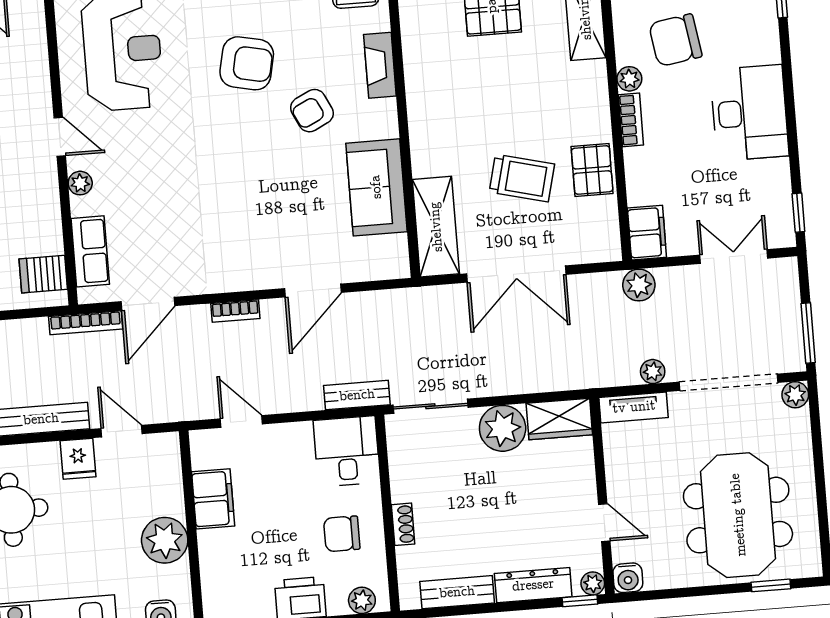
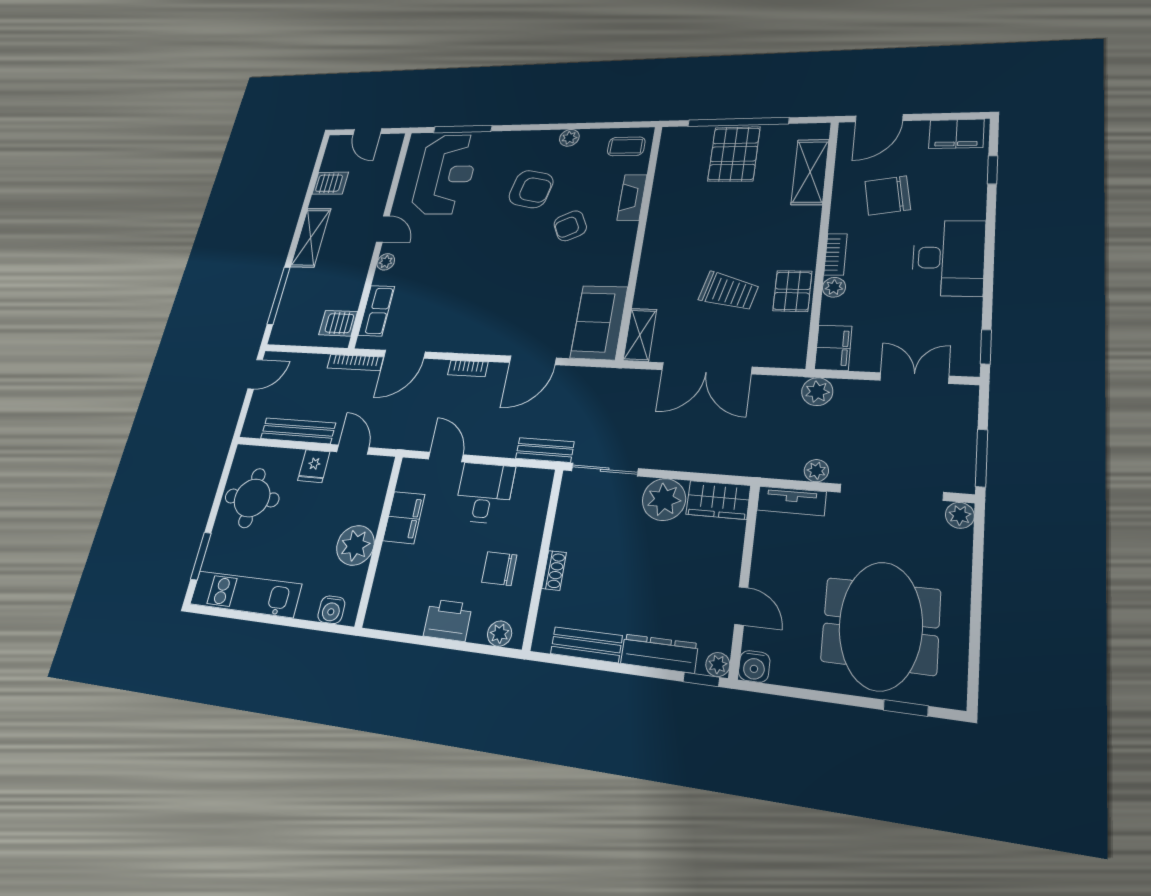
plant: (629, 79) -> (834, 287), moved
sofa: (376, 187) -> (599, 322), moved
shelving: (436, 227) -> (640, 335), width x0.67, depth x0.75
desk: (347, 451) -> (484, 493), moved

